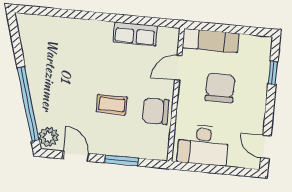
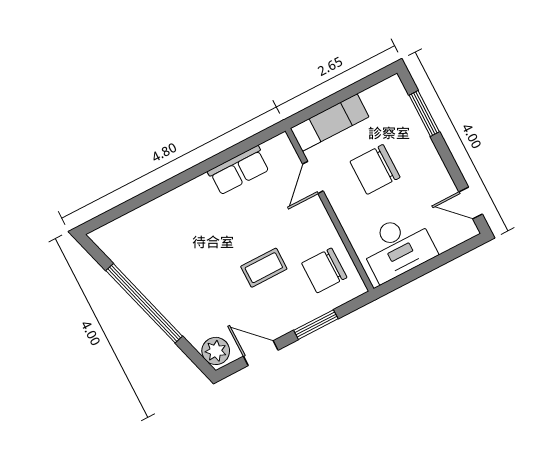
window: (273, 73) -> (424, 113), width x1.50
chair: (220, 88) -> (375, 169), turned -90
window: (28, 104) -> (144, 303), moved
chair: (156, 111) -> (324, 270), moved

